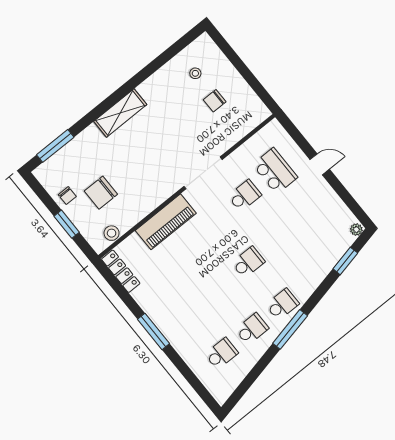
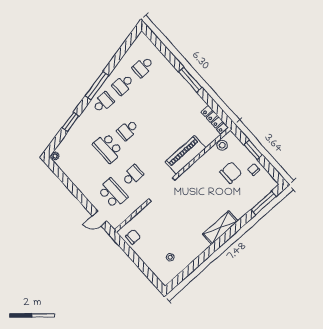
chair: (215, 101) -> (133, 237), moved
door: (320, 164) -> (99, 218), moved
school desk: (275, 171) -> (113, 193), turned 180
school desk: (245, 196) -> (133, 175), turned 180
school desk: (279, 238) -> (108, 148), added
window: (345, 261) -> (71, 122), moved
school desk: (282, 304) -> (103, 102), turned 180

